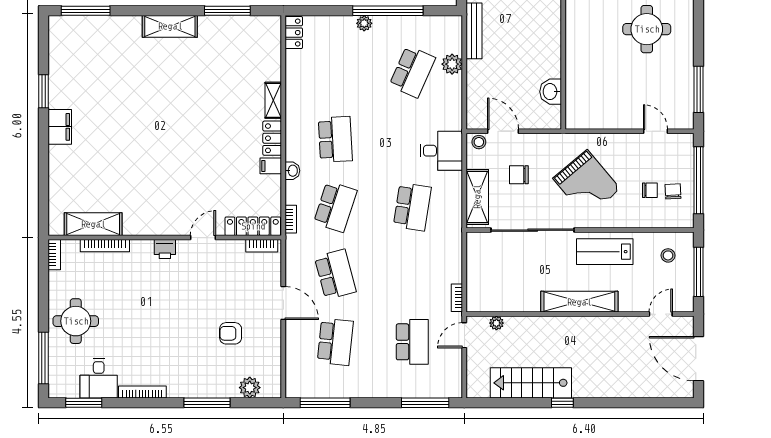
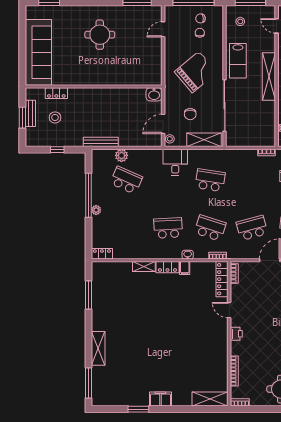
shelving: (170, 26) -> (98, 348), moved
washbasin: (551, 92) -> (154, 94), moved
shelving: (93, 224) -> (210, 399), moved, turned 90

